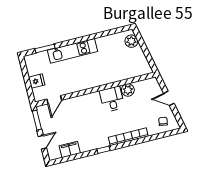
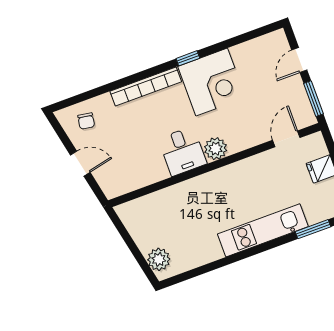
plant: (128, 90) -> (216, 149), moved
corner desk: (92, 135) -> (212, 82), added
filing cabinet: (70, 149) -> (249, 52), removed

